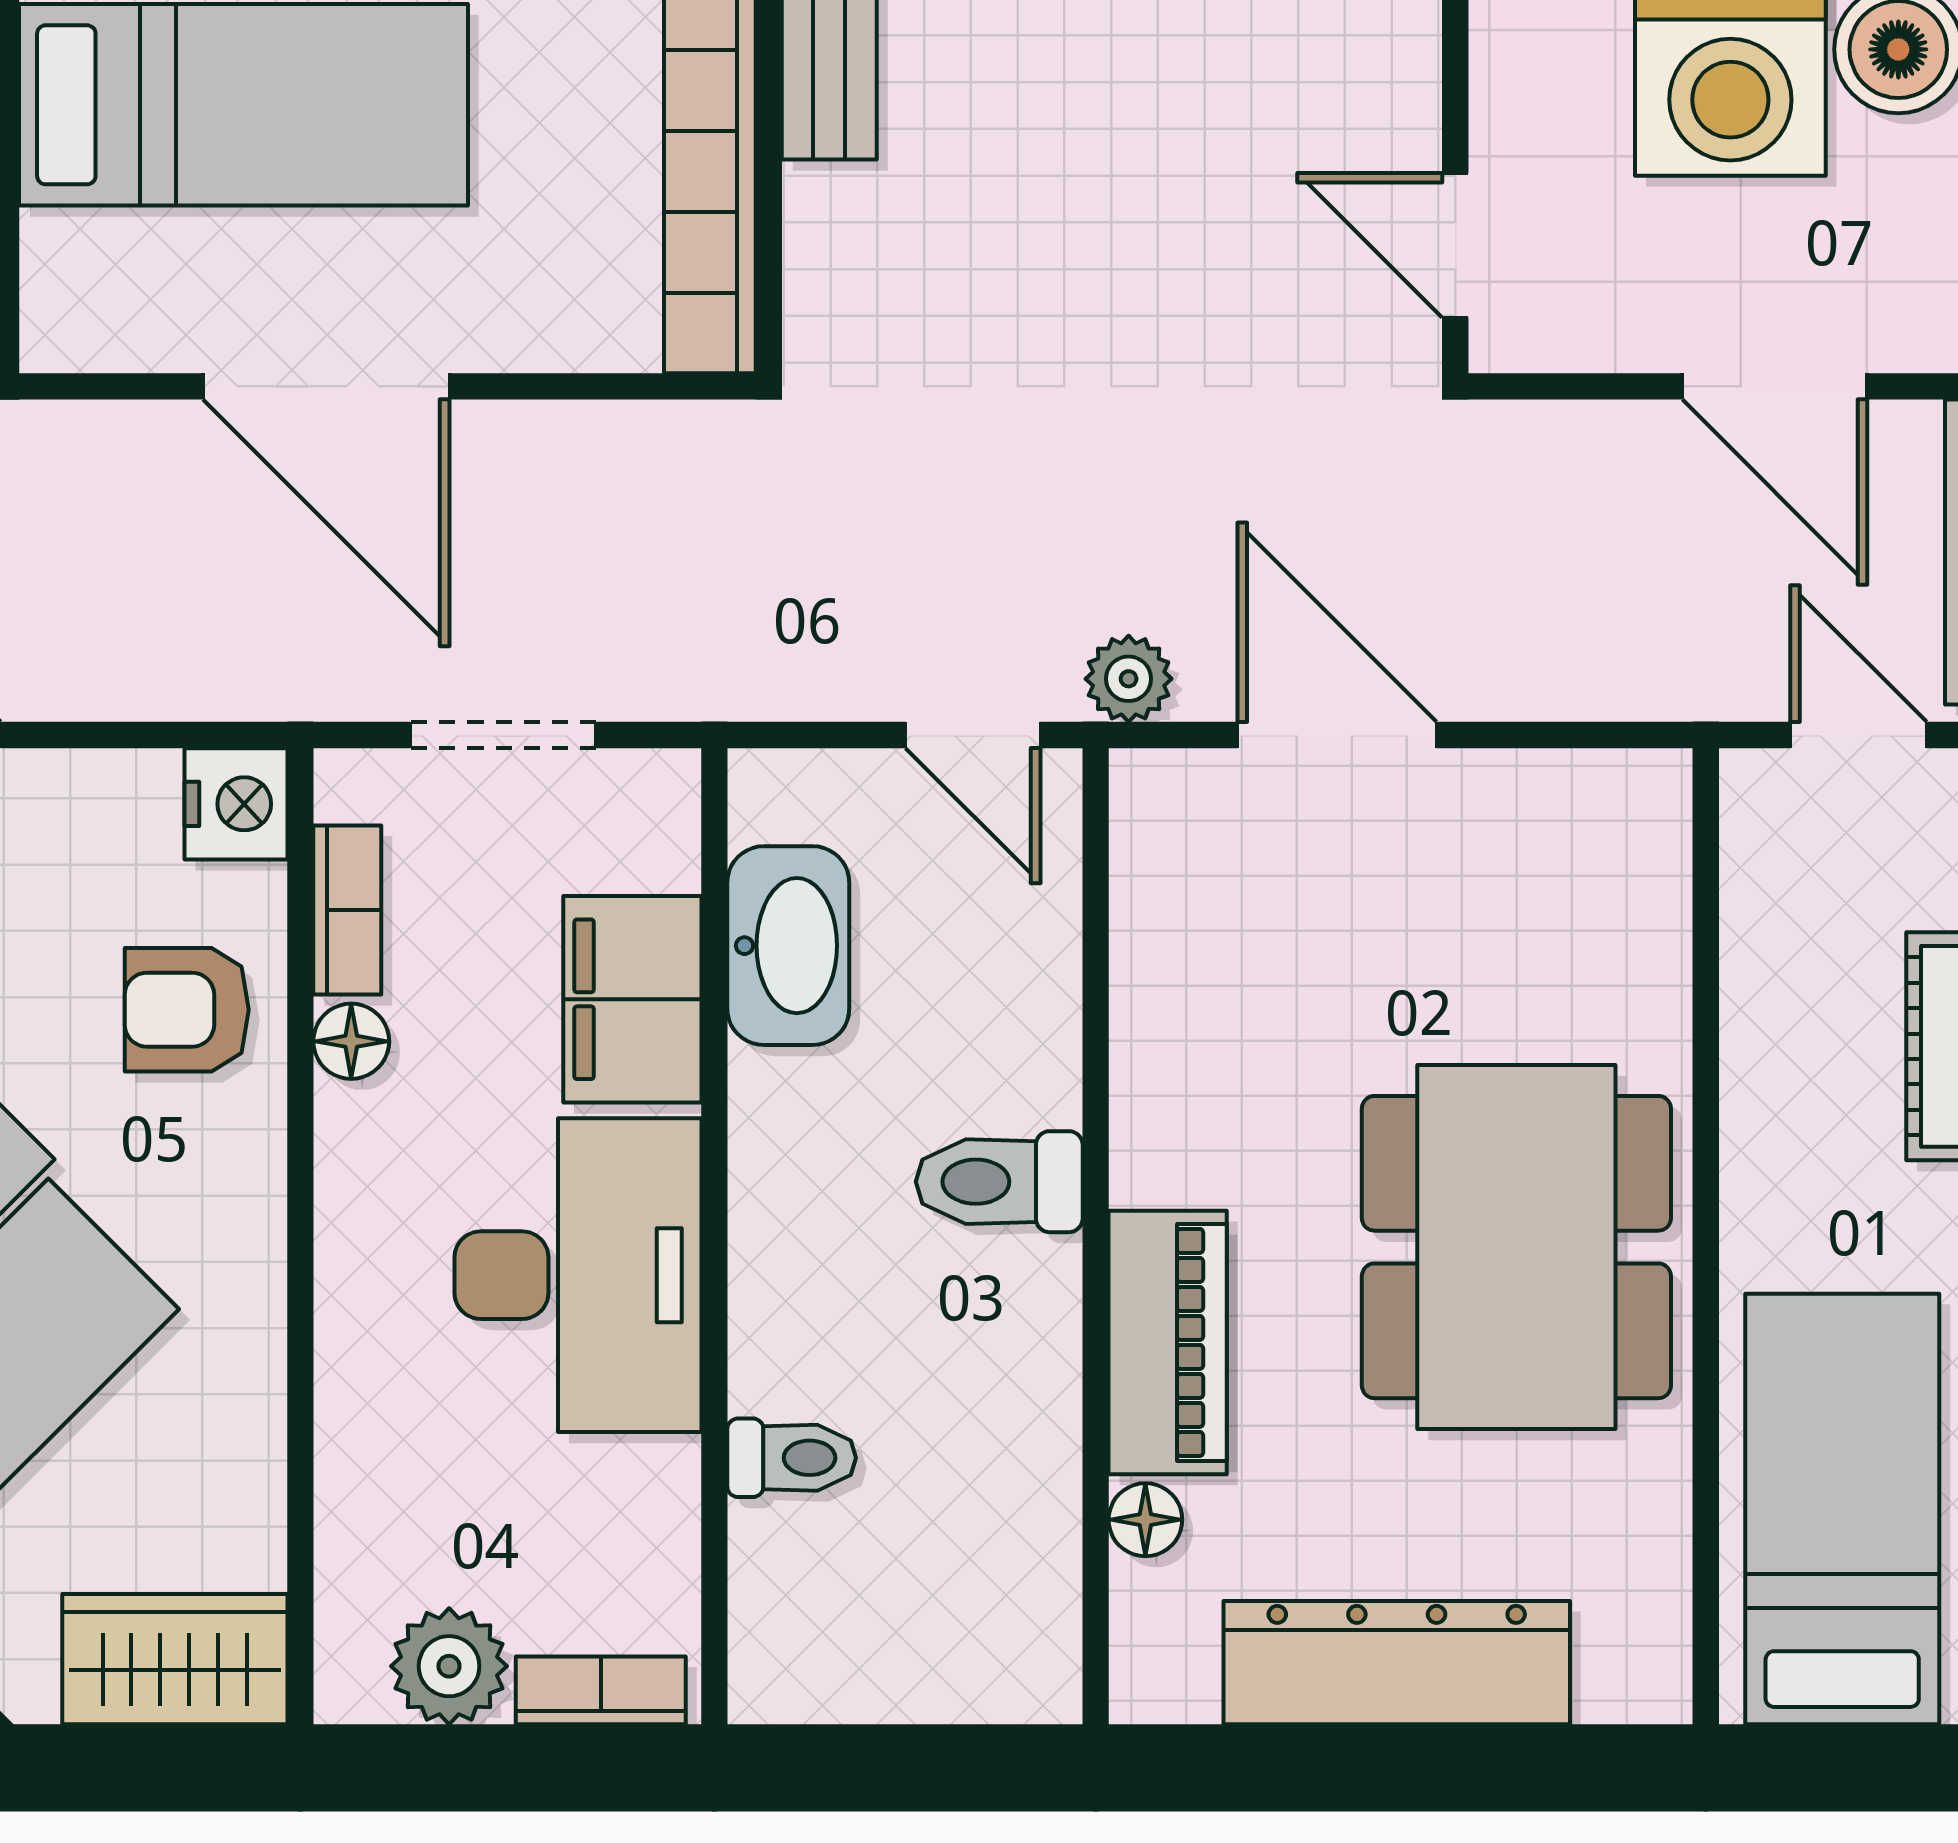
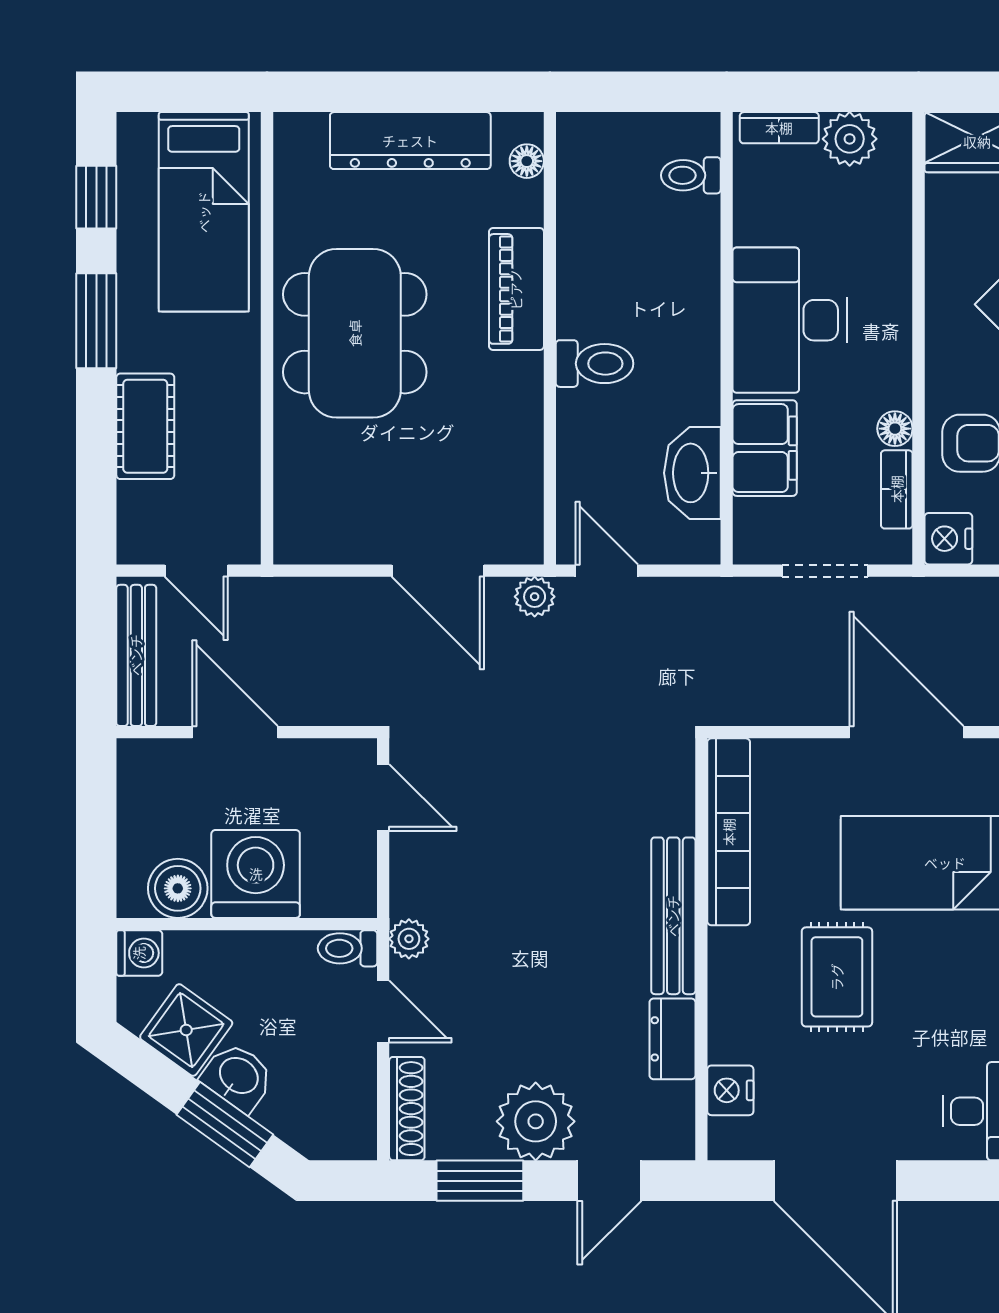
toilet: (792, 1458) -> (691, 175), moved
floor lamp: (1145, 1520) -> (527, 161), moved

